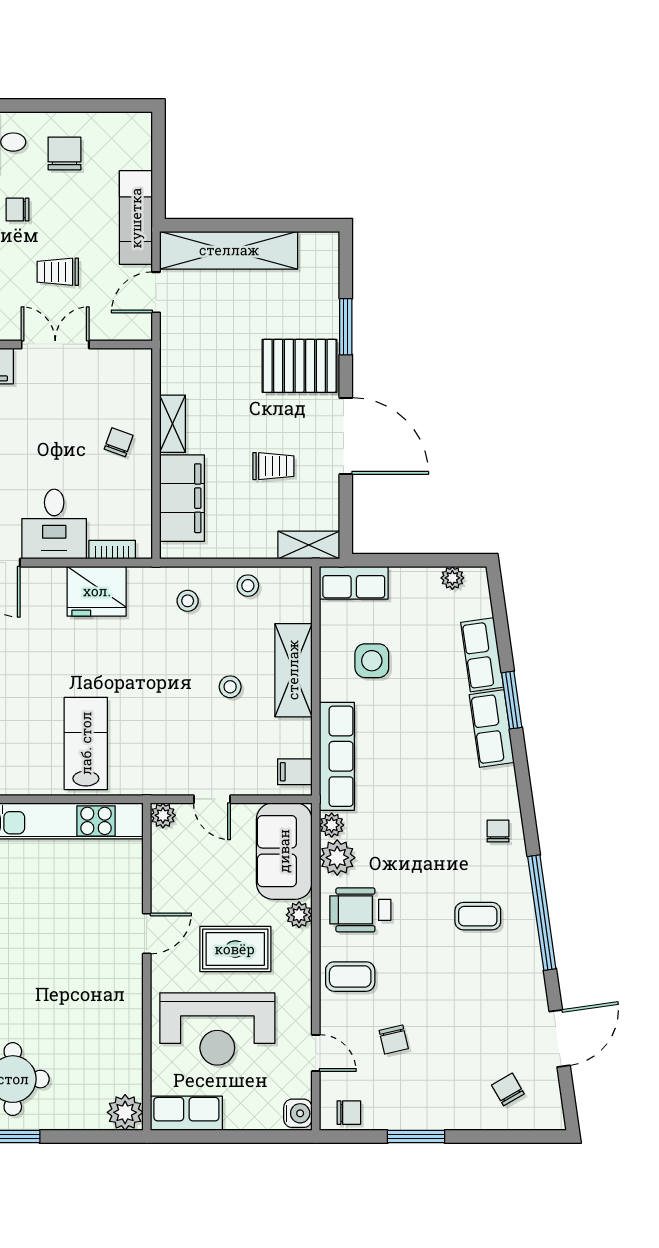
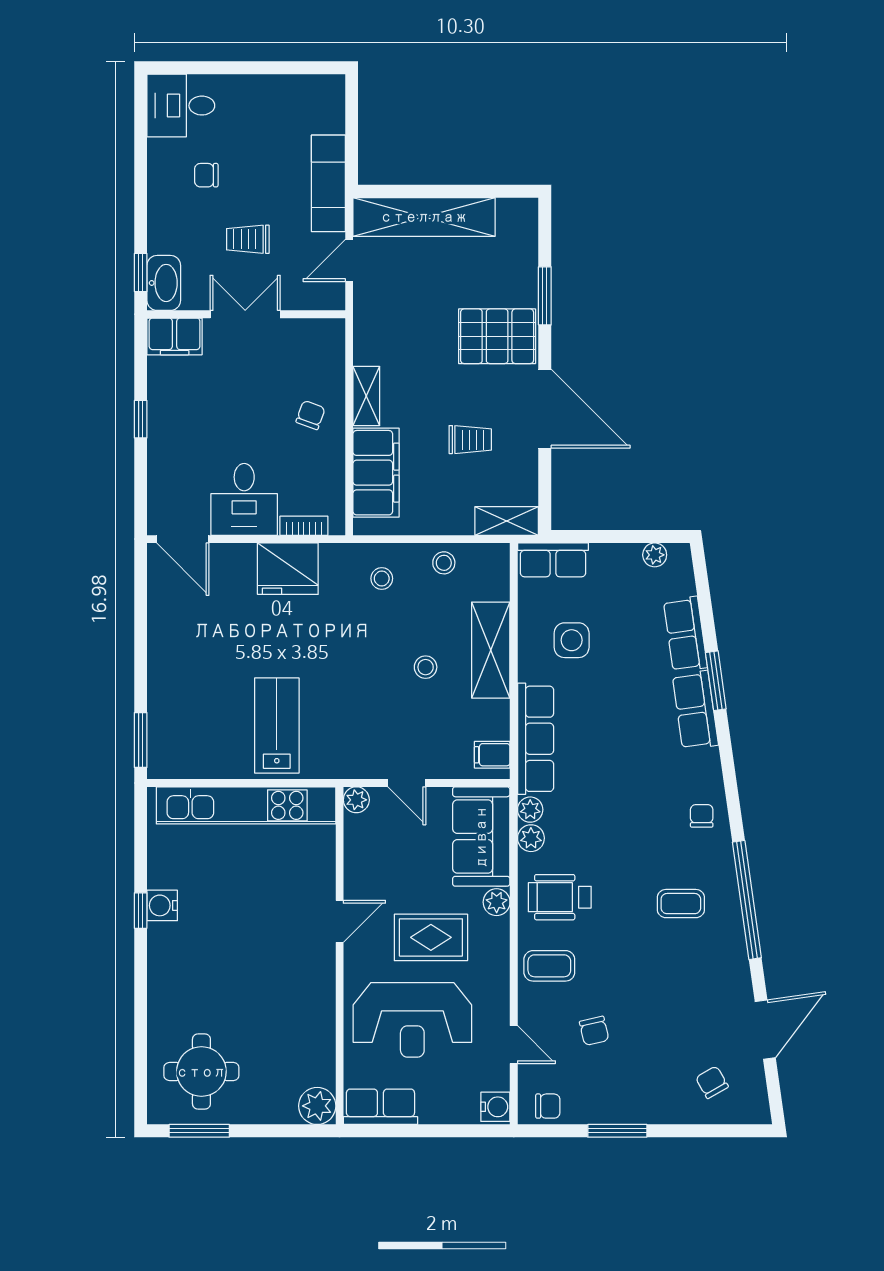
chair: (64, 153) -> (255, 117), removed
plant: (337, 858) -> (531, 838), width x0.73, depth x0.73

